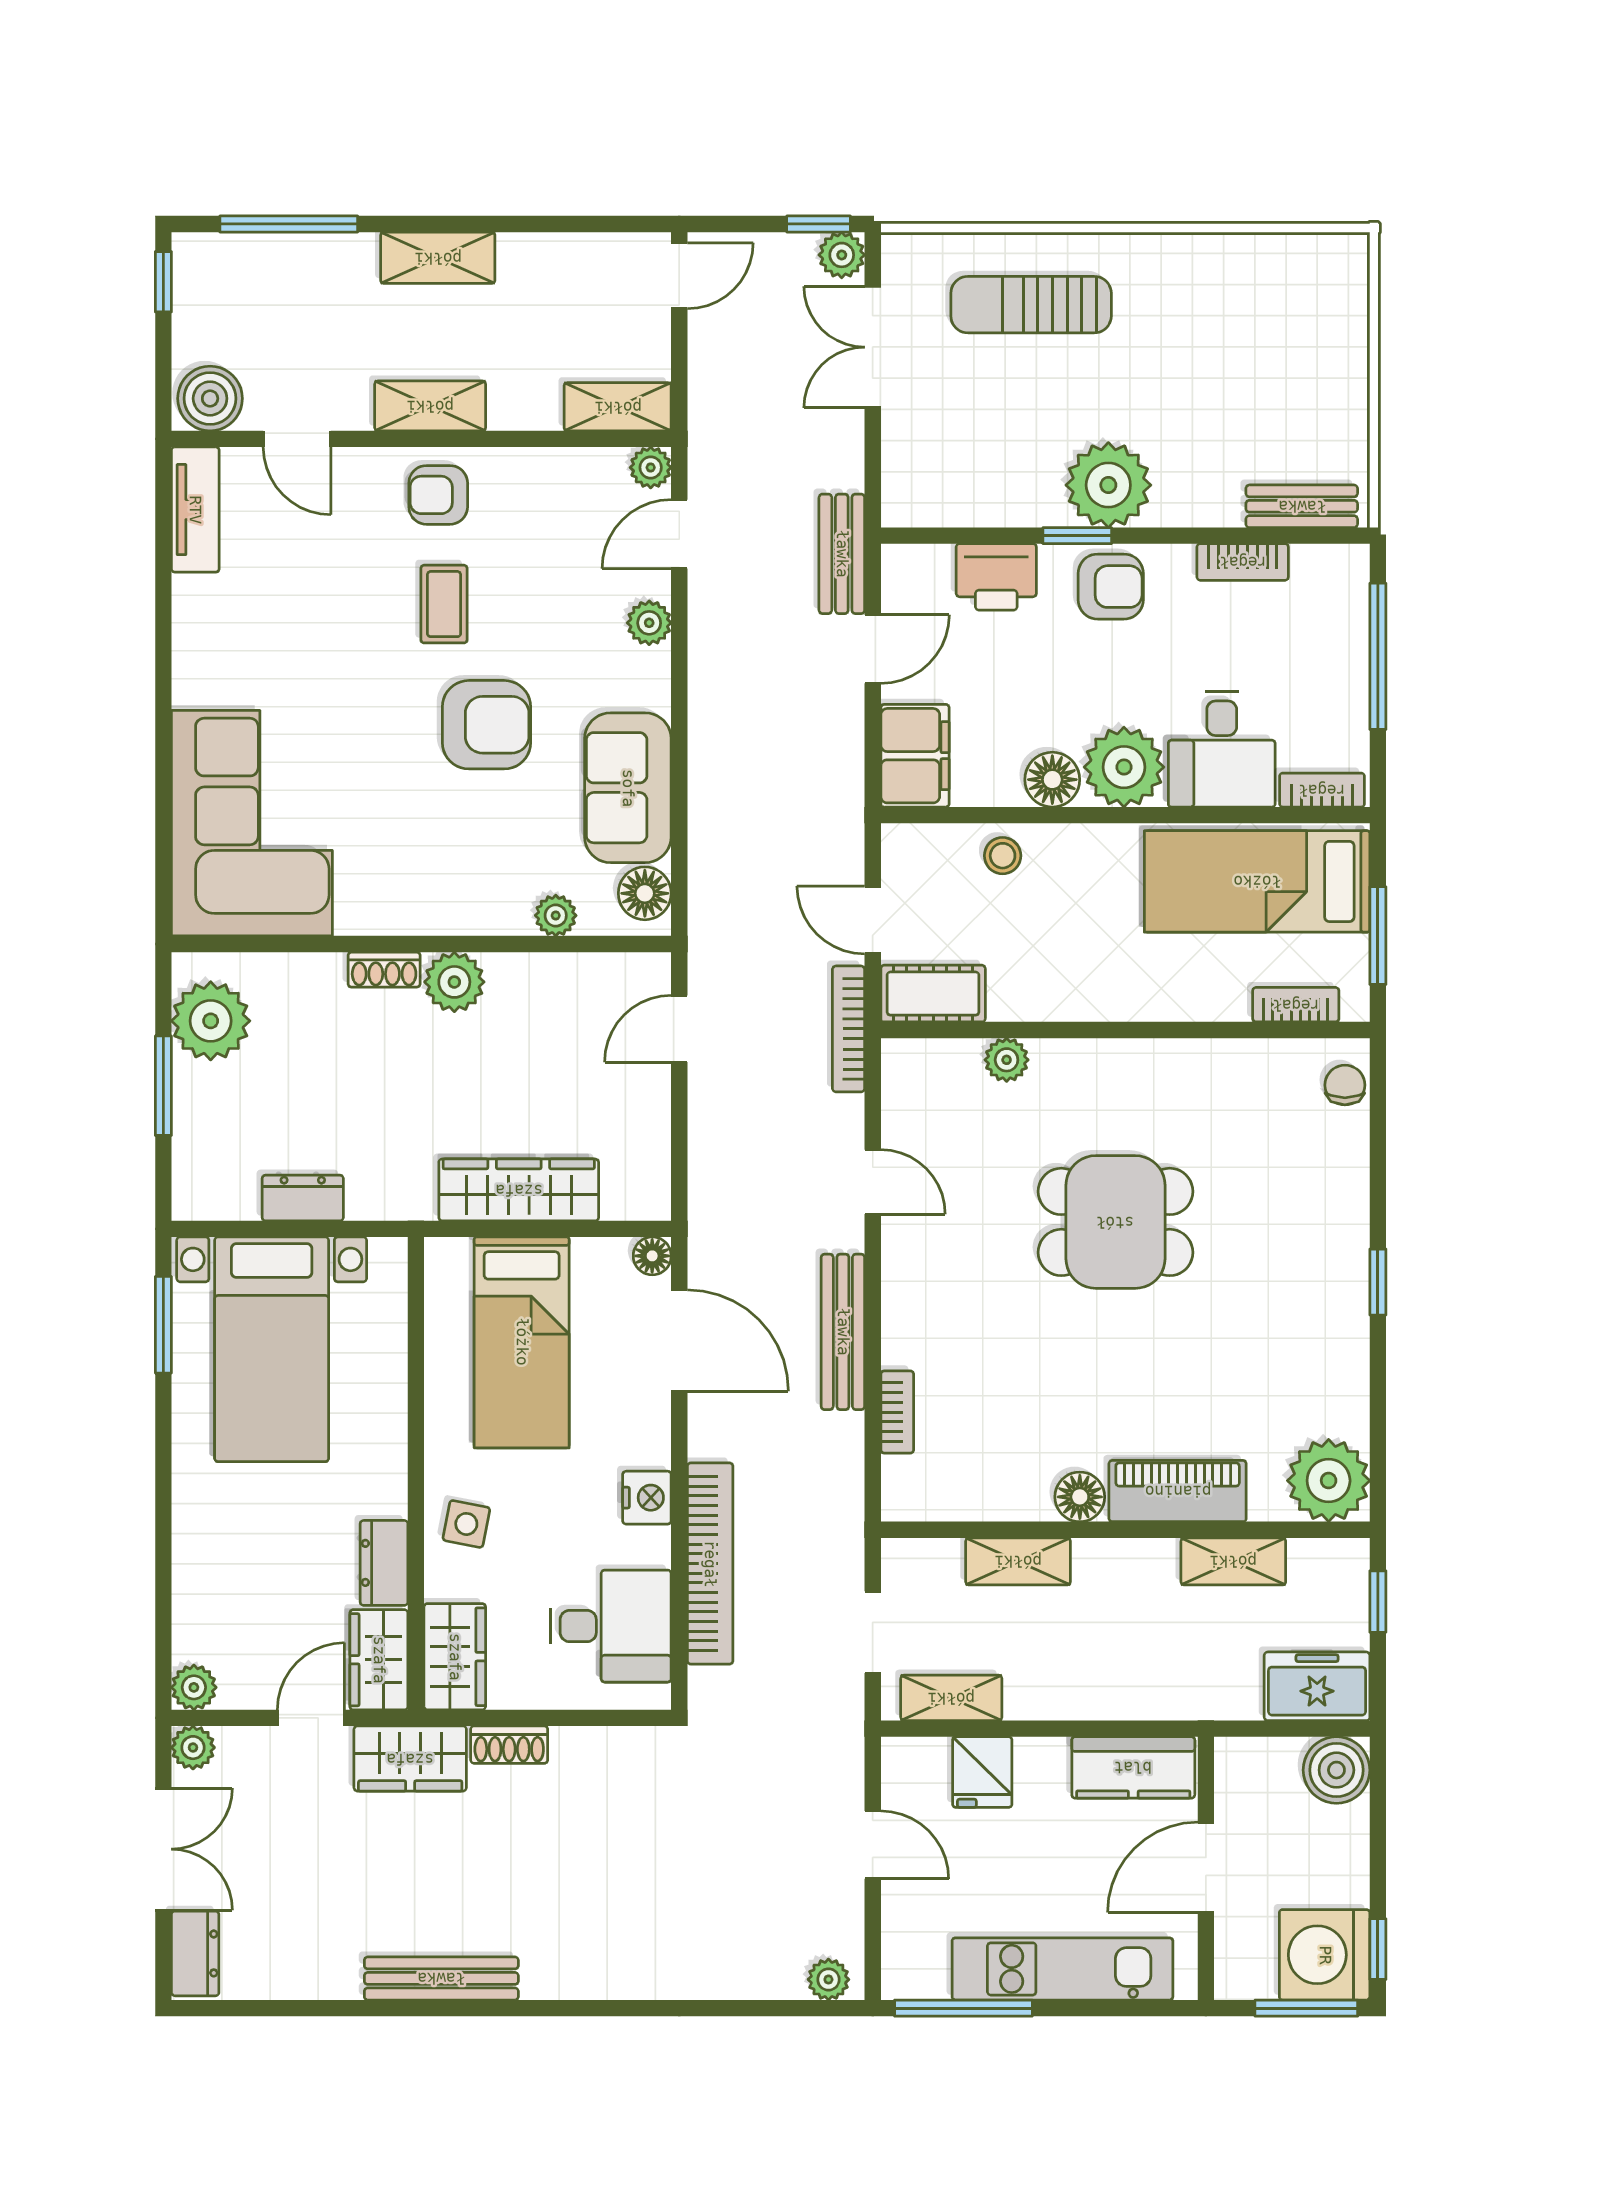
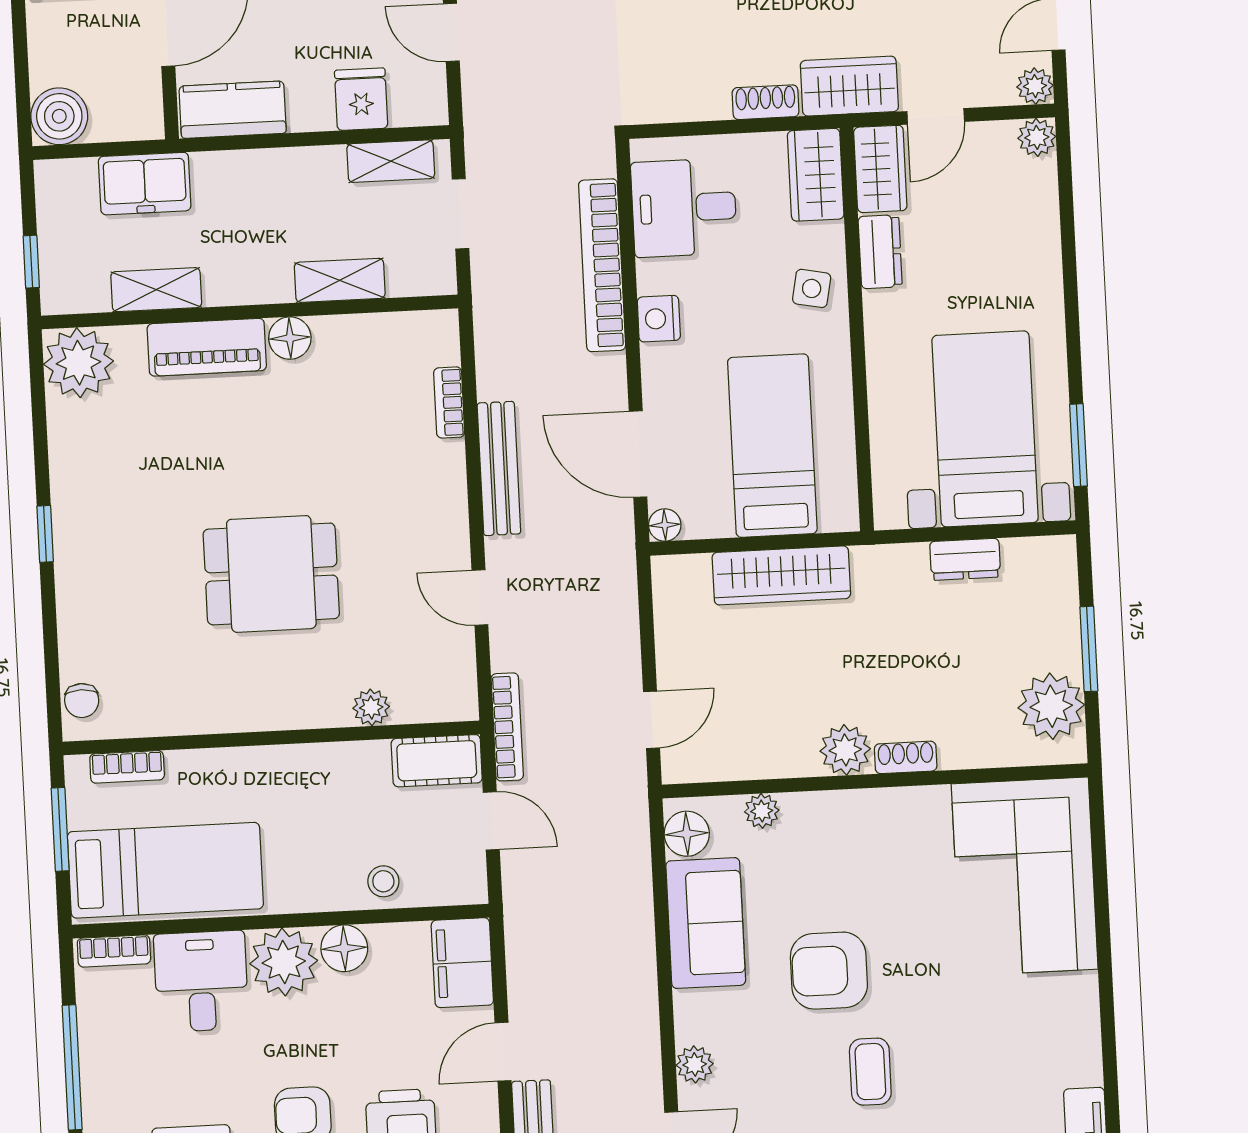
freezer: (1317, 1686) -> (145, 184), moved

